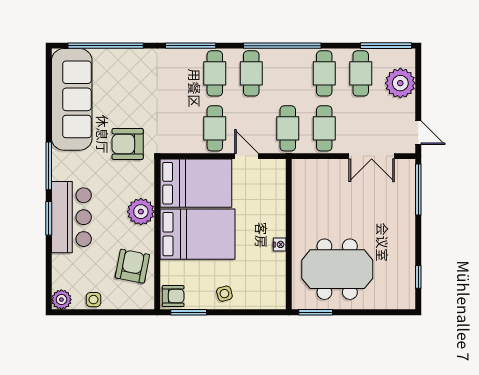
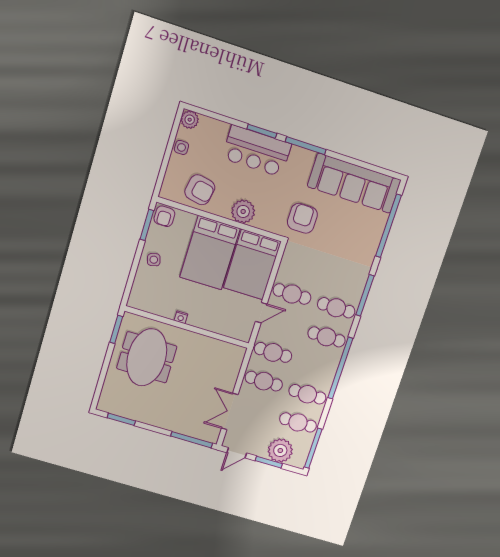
window: (418, 92) -> (269, 462), added
window: (418, 277) -> (121, 419), width x1.50

